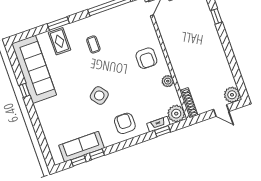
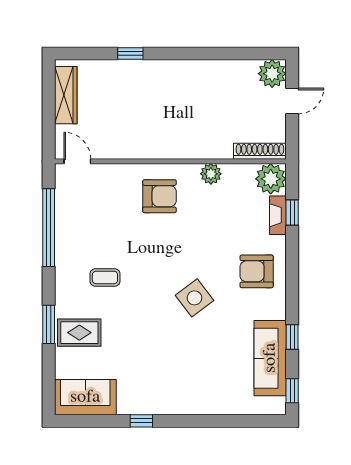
sofa: (34, 69) -> (85, 397), width x0.54, depth x0.79
window: (79, 161) -> (292, 391), moved

